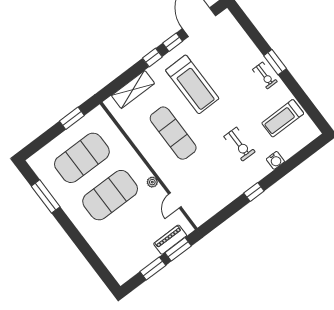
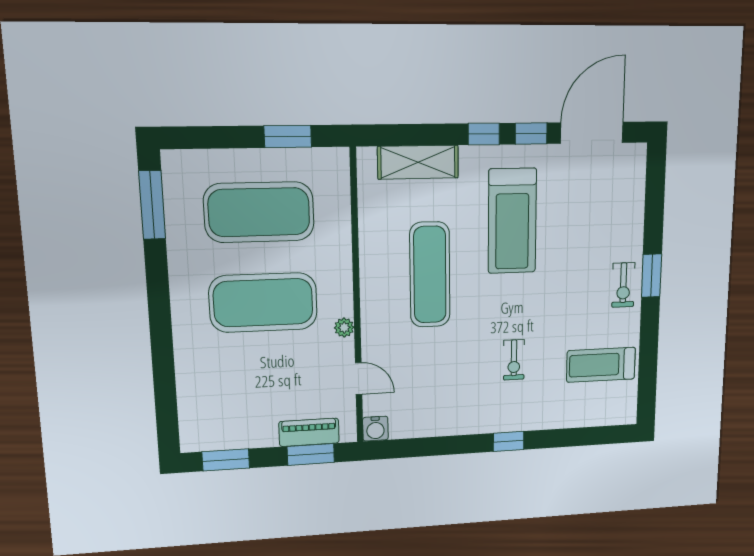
exercise bike: (240, 144) -> (514, 360), width x0.73, depth x0.72
water cooler: (275, 160) -> (375, 429), moved
window: (254, 192) -> (509, 441), moved
window: (46, 196) -> (152, 205), moved
door: (175, 200) -> (359, 379), swing flipped
window: (153, 268) -> (226, 460), moved

